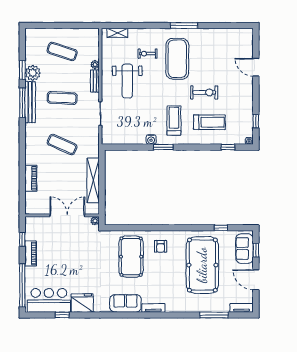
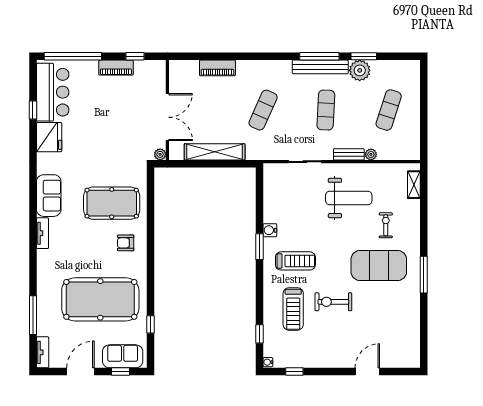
weight bench: (127, 81) -> (349, 198), turned 180
exercise bike: (204, 92) -> (333, 302), turned 90

